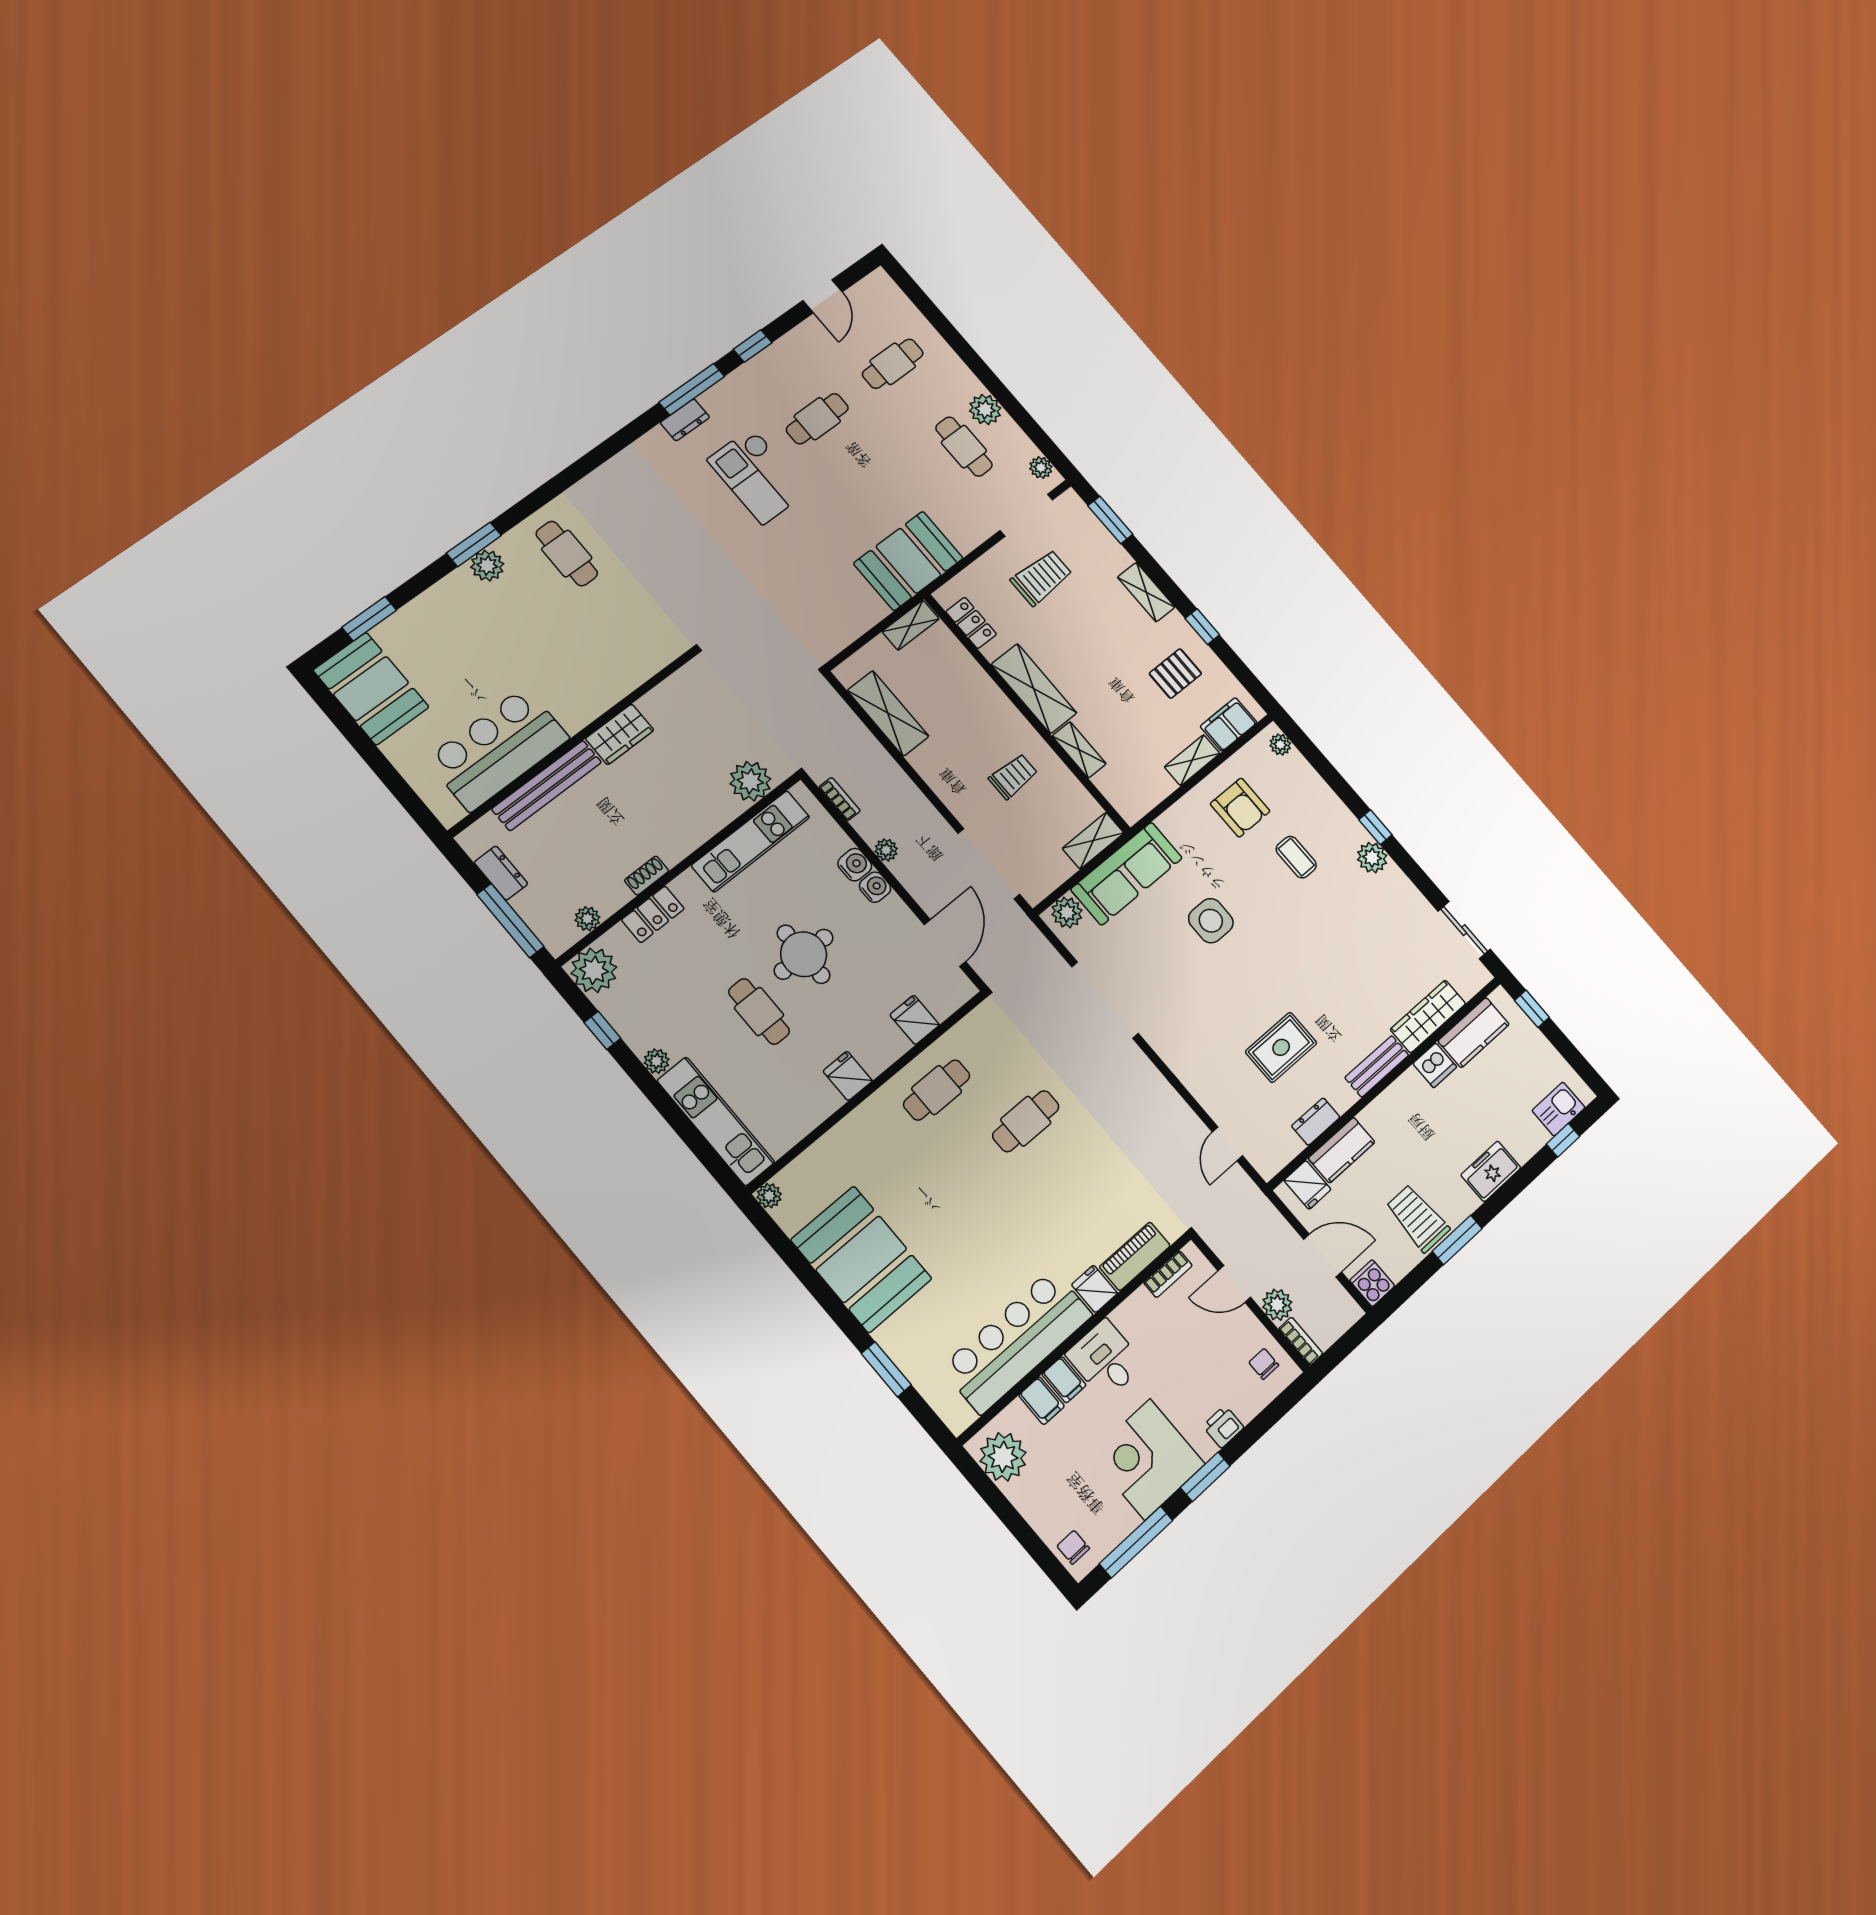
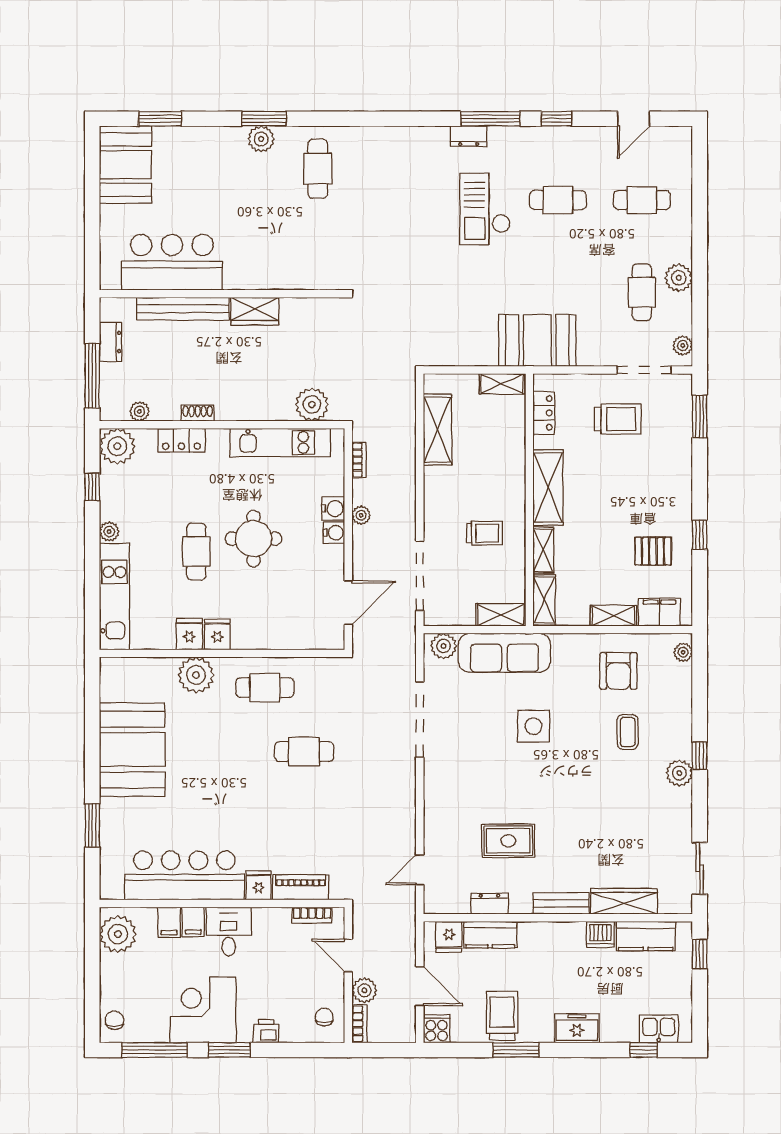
shelving: (1146, 592) -> (544, 600), moved
fridge: (915, 1020) -> (189, 634), moved
plant: (769, 1196) -> (196, 675), moved, width x1.88, depth x1.88

